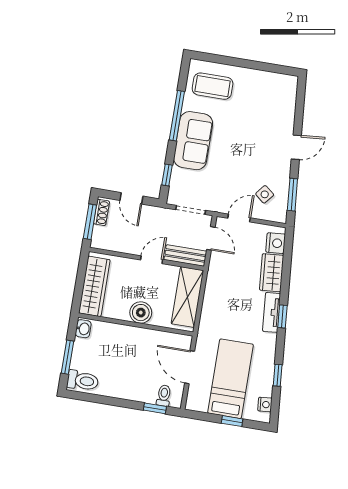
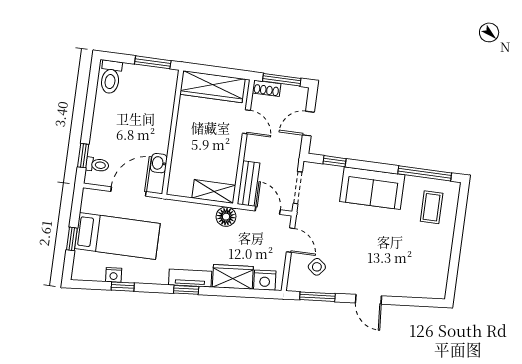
coffee table: (213, 86) -> (432, 207), width x0.73, depth x0.77
window: (177, 116) -> (425, 173), moved
shoe rack: (101, 212) -> (267, 88), moved
door: (211, 238) -> (268, 210), swing flipped
door: (152, 260) -> (246, 122), moved
floor lamp: (216, 277) -> (226, 217), added
shelving: (187, 297) -> (214, 192), width x0.67, depth x0.75
boiler: (141, 313) -> (186, 137), removed
washbasin: (83, 329) -> (159, 163), moved, turned 90
window: (68, 357) -> (153, 62), moved
nightstand: (265, 404) -> (114, 275), moved

